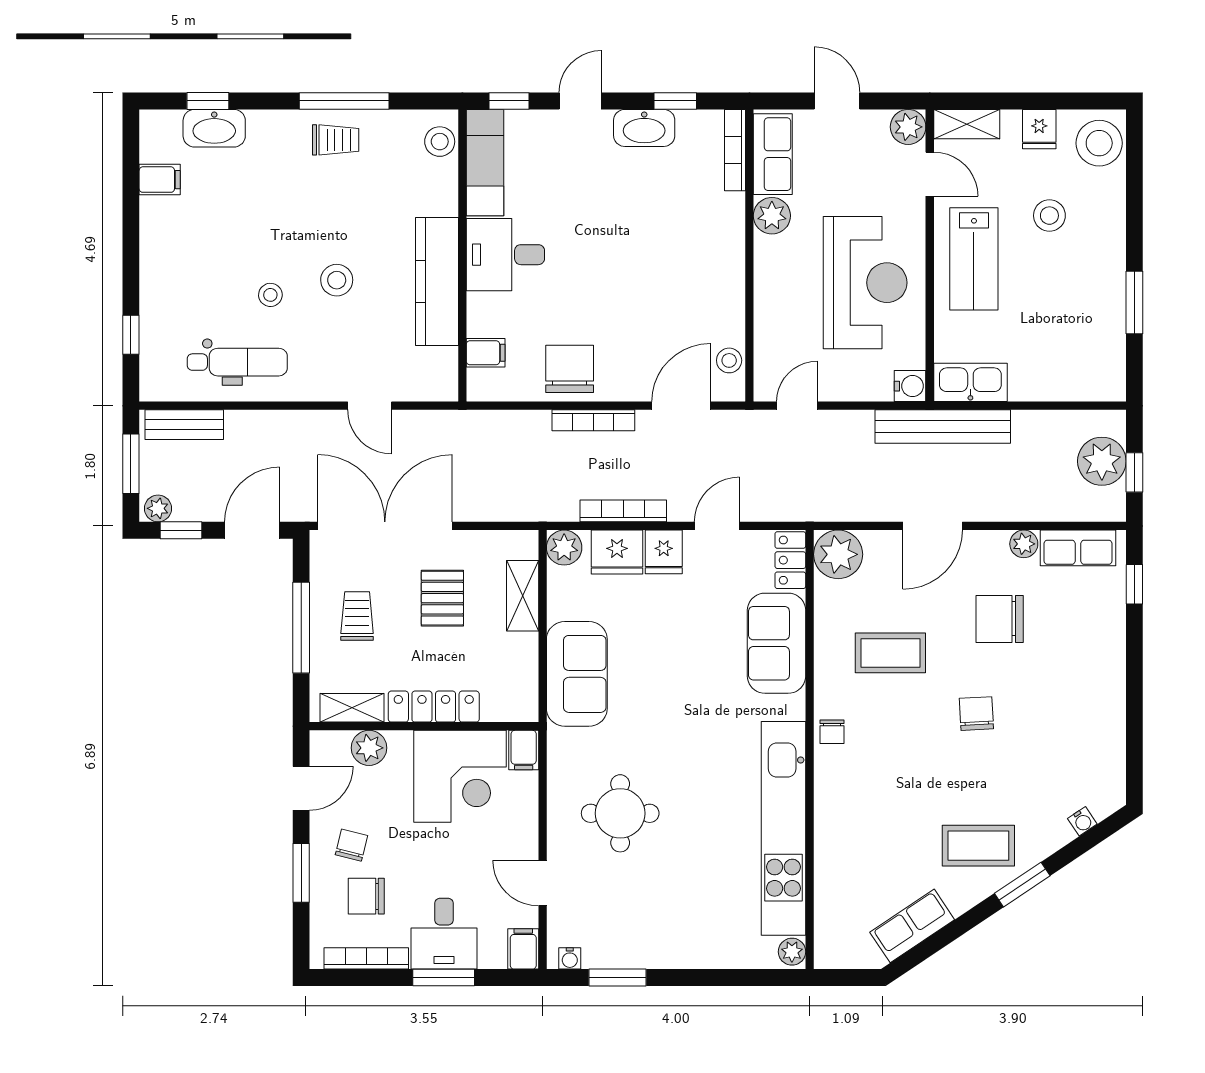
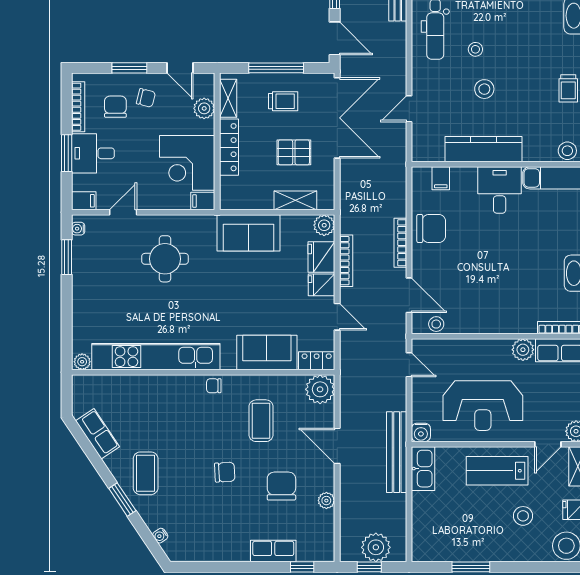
row of seats: (1078, 548) -> (273, 551), moved, turned 90

